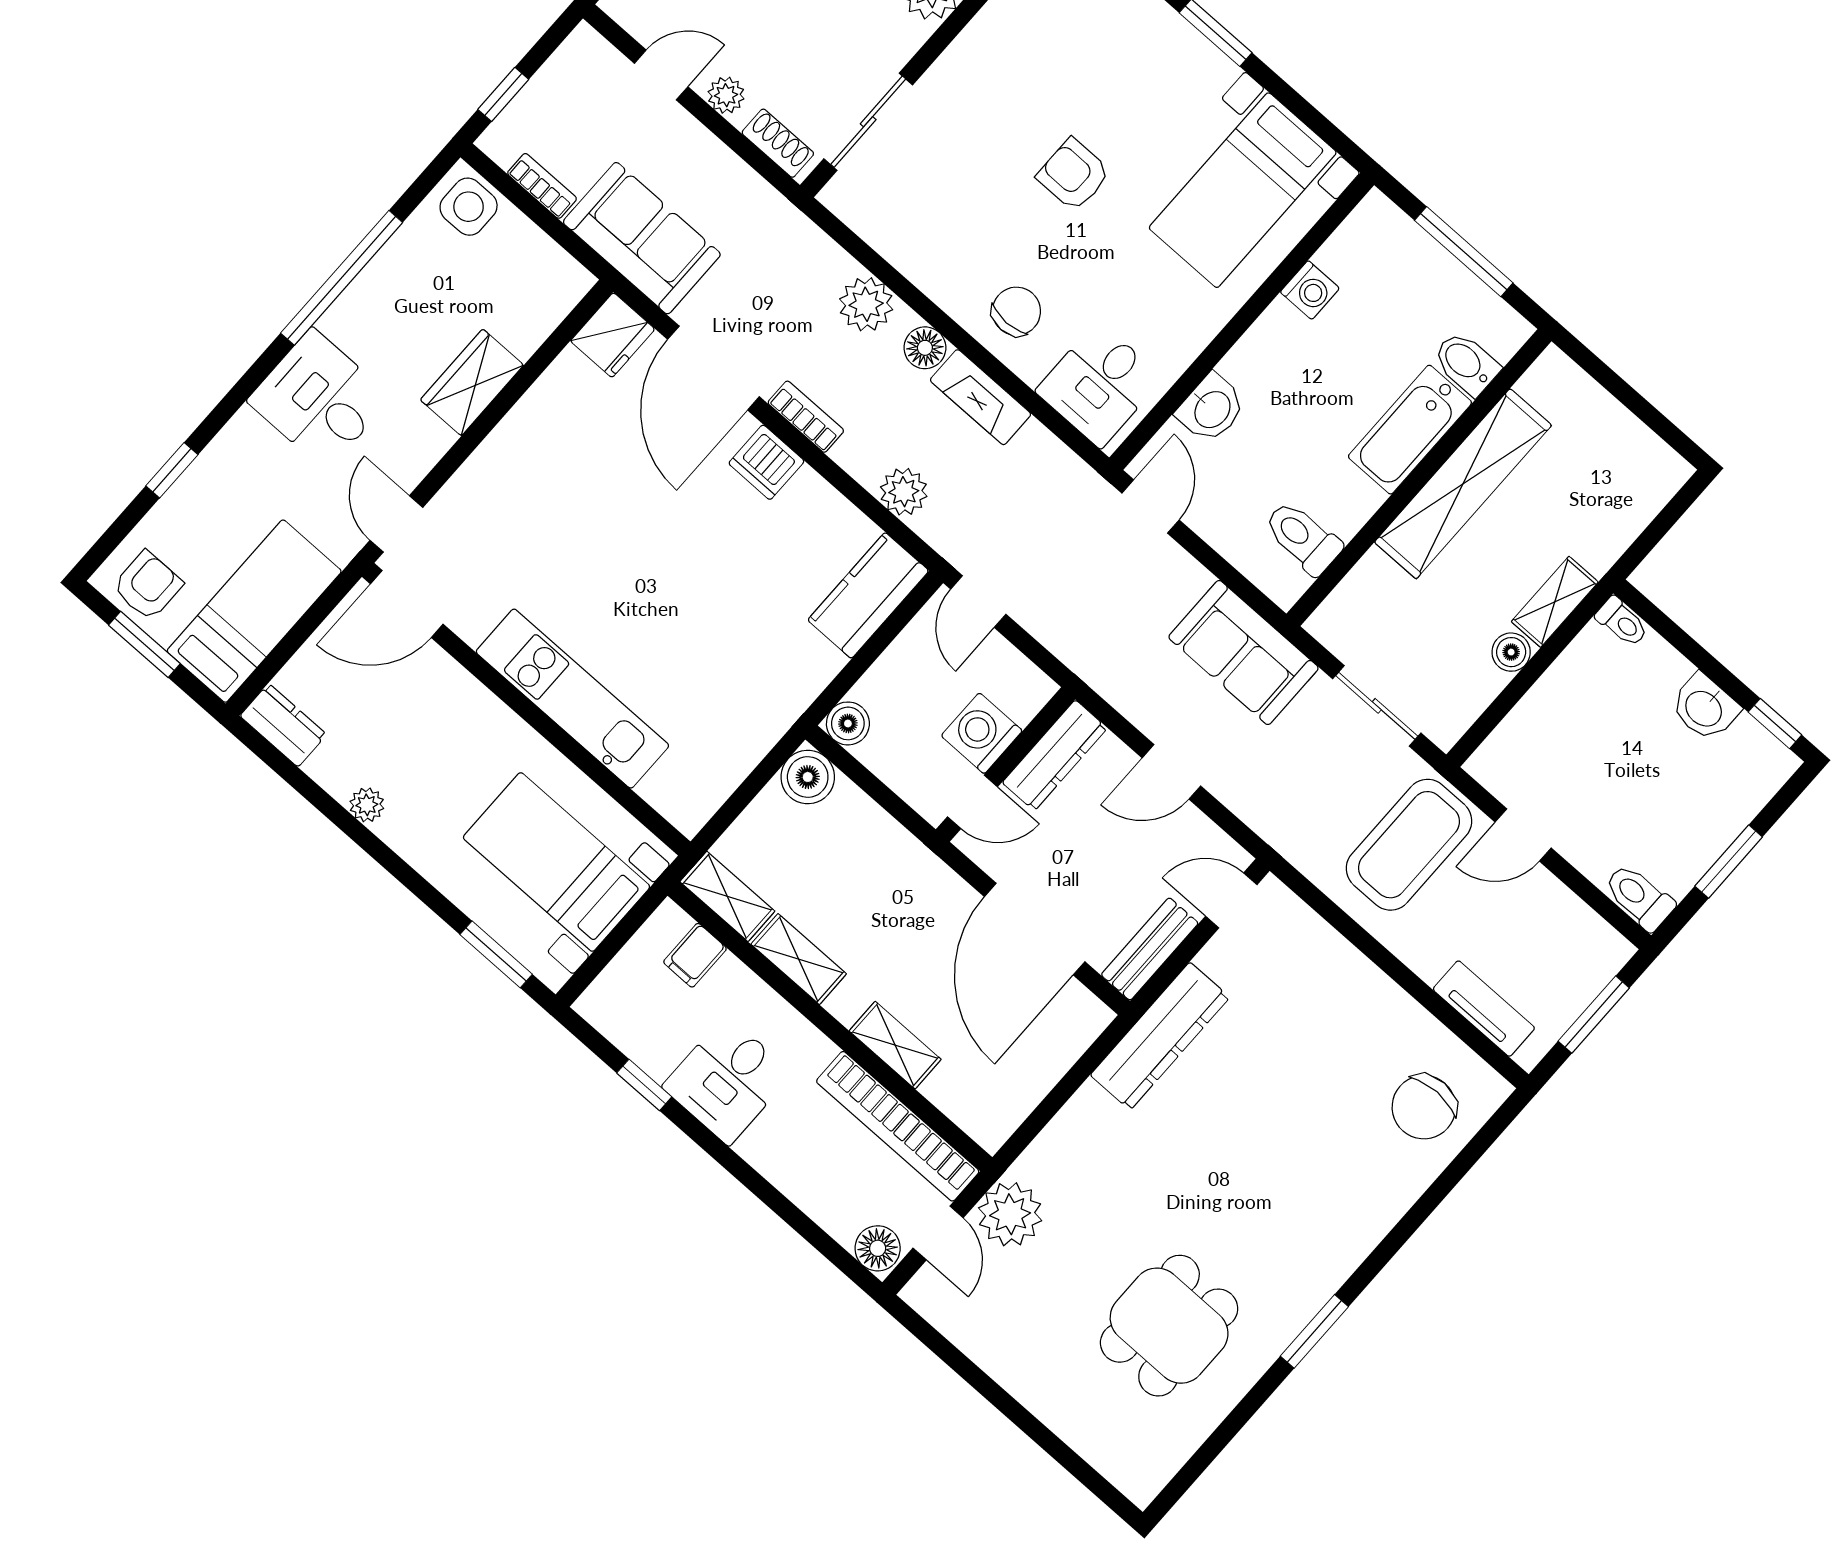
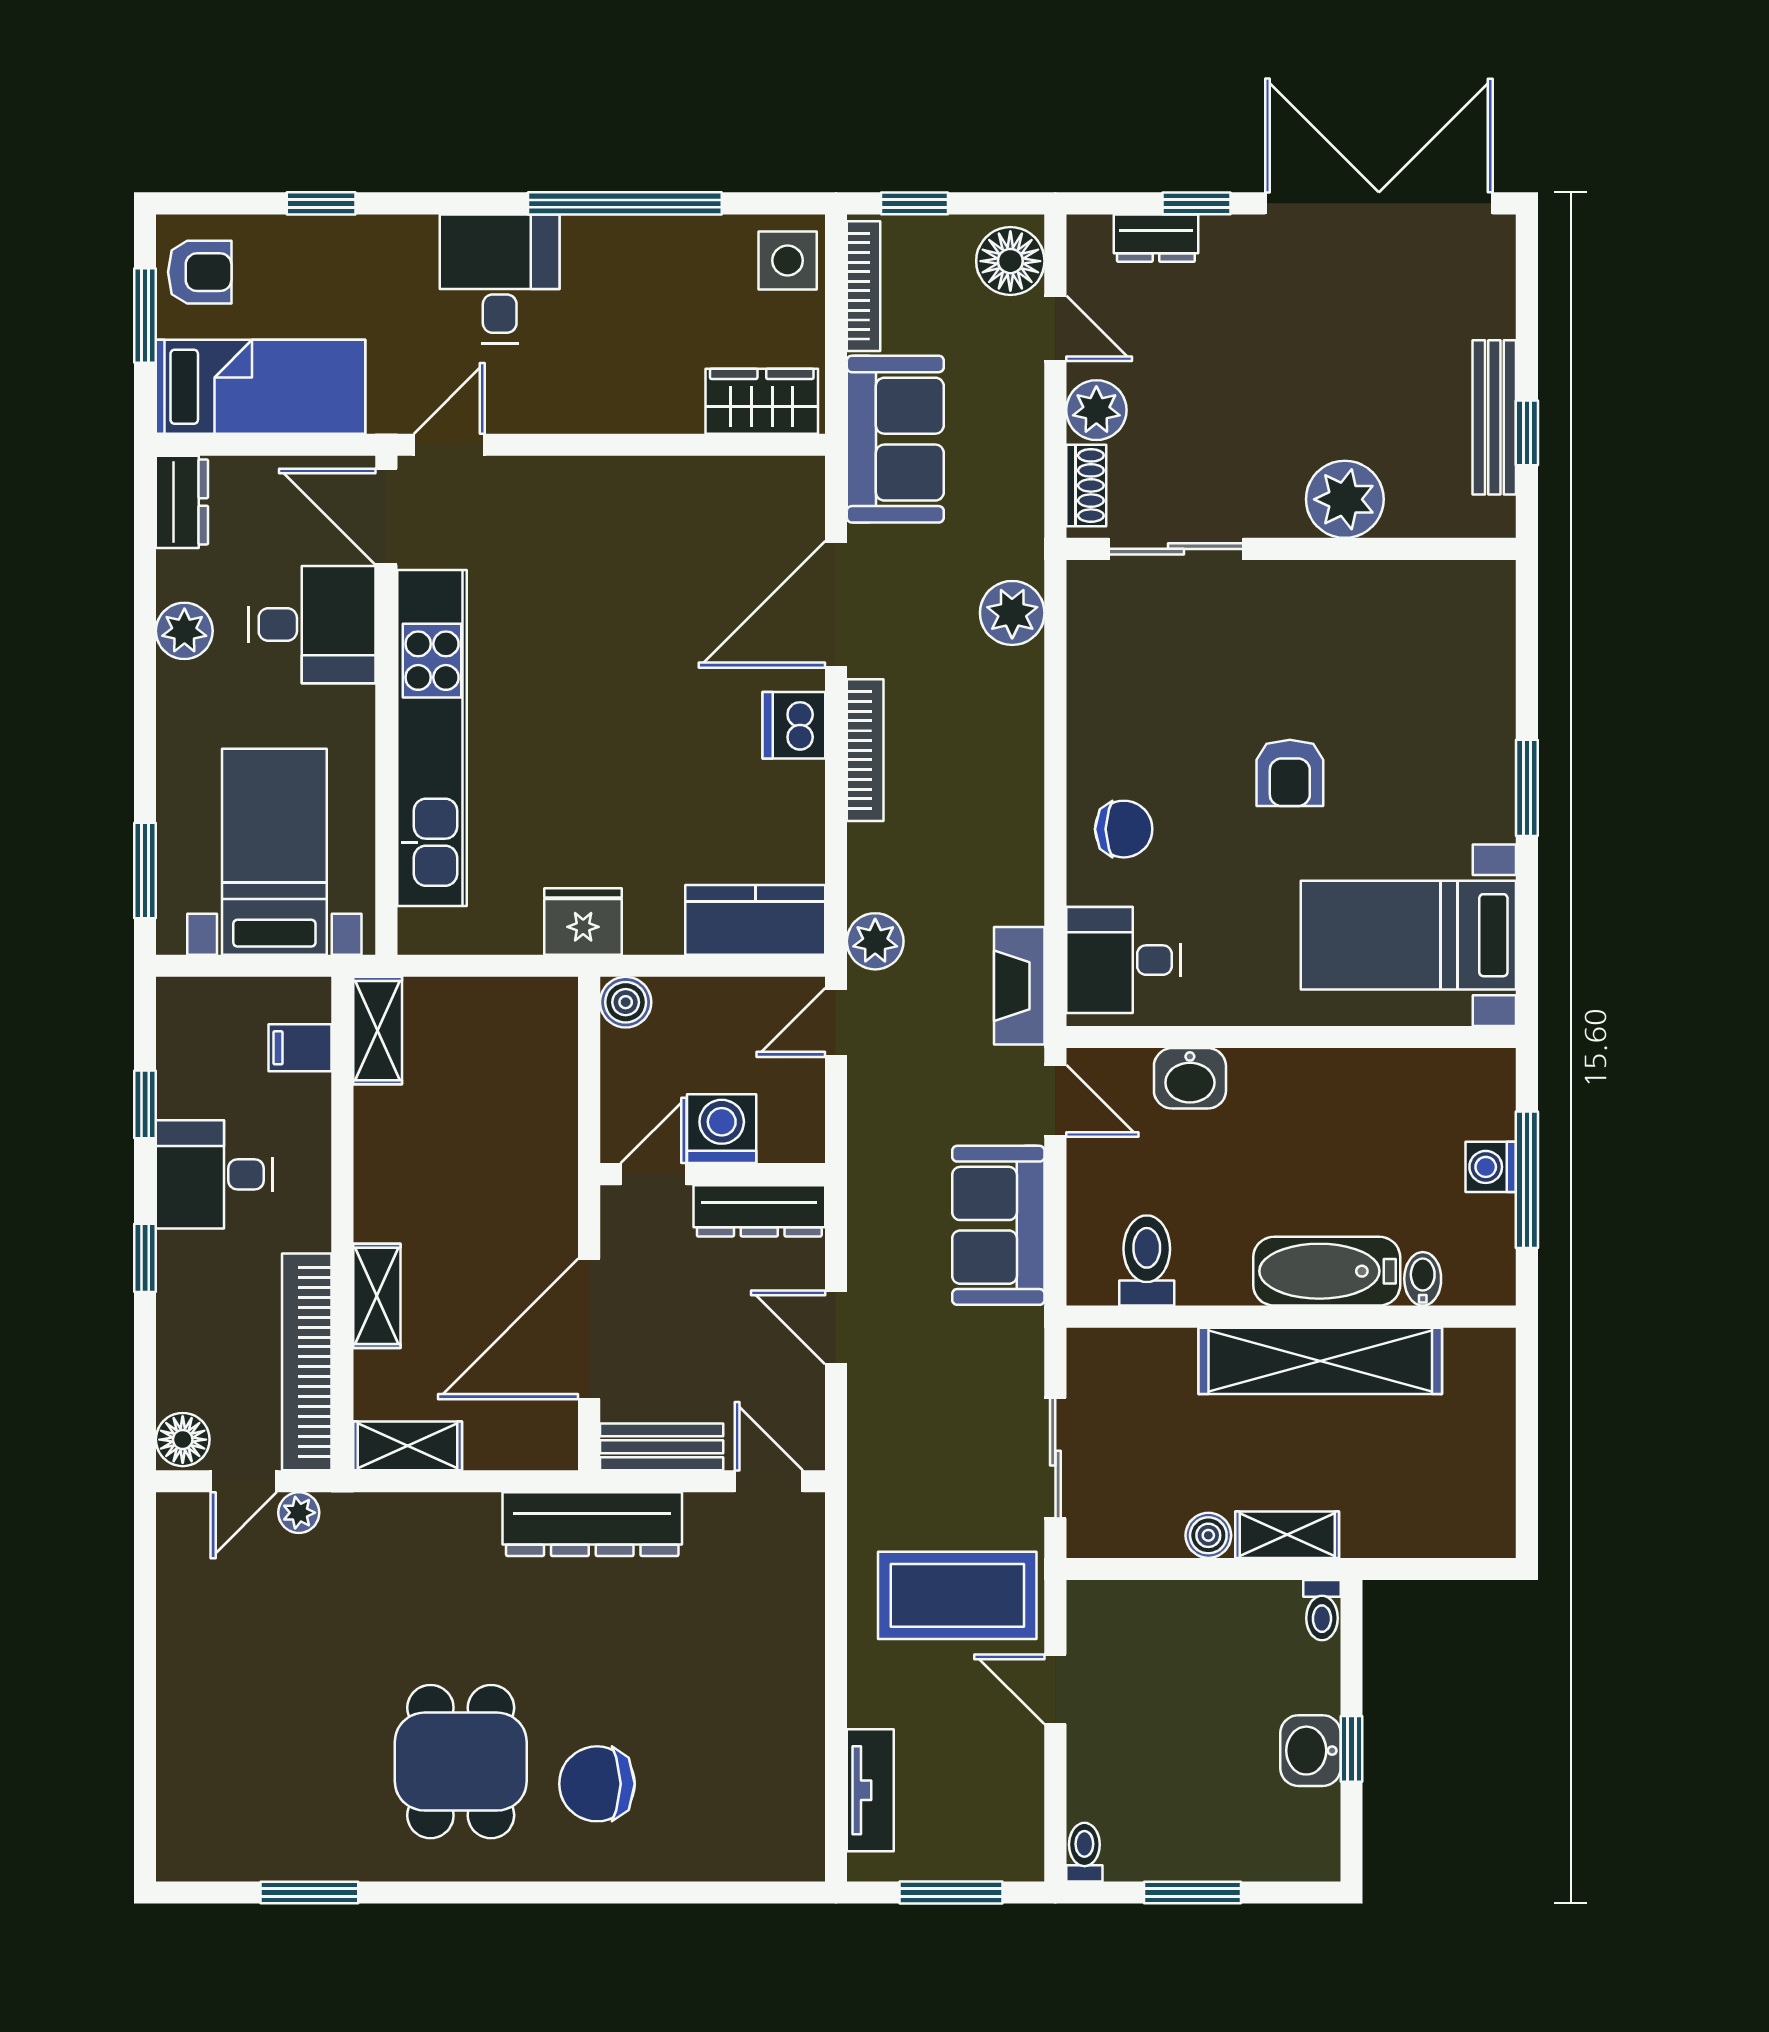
plant: (726, 95) -> (1096, 410), width x1.38, depth x1.38
armchair: (1074, 175) -> (1290, 773), turned 180
bookcase: (542, 186) -> (864, 286), width x1.56
washing machine: (1310, 290) -> (1491, 1167), moved, turned 90
plant: (866, 304) -> (1012, 613), moved
fridge: (613, 335) -> (583, 921), moved, turned 180
floor lamp: (925, 348) -> (1010, 261), moved, width x1.38, depth x1.38
bidet: (1466, 363) -> (1423, 1279), width x0.72, depth x0.74
wardrobe: (472, 382) -> (762, 401), moved
fireplace: (980, 397) -> (1019, 986), moved
bookcase: (806, 417) -> (865, 750), width x1.56
plant: (904, 492) -> (875, 941), moved
door: (1151, 506) -> (1055, 1101), hinge flipped
sofa: (1243, 653) -> (998, 1225), moved
kitchen unit: (572, 699) -> (432, 738), width x1.36
desk: (434, 711) -> (312, 625), added
window: (1775, 724) -> (1351, 1749), moved
boiler: (808, 777) -> (547, 1008), removed
door: (972, 802) -> (653, 1174), swing flipped
plant: (367, 805) -> (184, 631), width x1.38, depth x1.38
toilet: (1639, 897) -> (1084, 1852), width x0.73, depth x0.72
shelving: (799, 959) -> (408, 1446), moved, turned 90
chair: (1424, 1107) -> (597, 1784), moved
window: (741, 1171) -> (145, 1258), added
plant: (1010, 1214) -> (299, 1513), width x0.53, depth x0.53
dining table: (1169, 1326) -> (461, 1762), moved, turned 90
window: (1314, 1331) -> (309, 1893), moved

